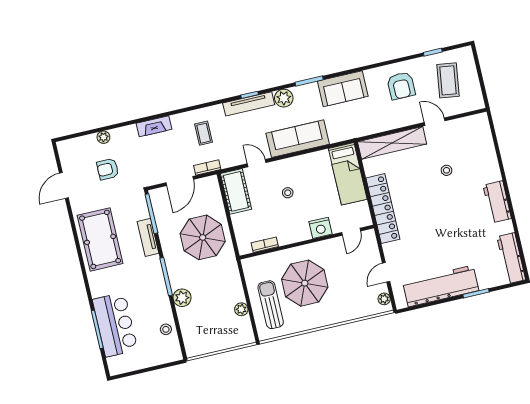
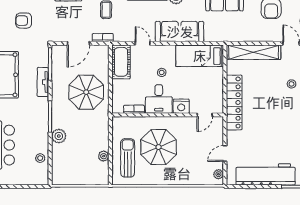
bed: (348, 174) -> (200, 56), moved, turned 90
desk: (292, 225) -> (159, 99), added

